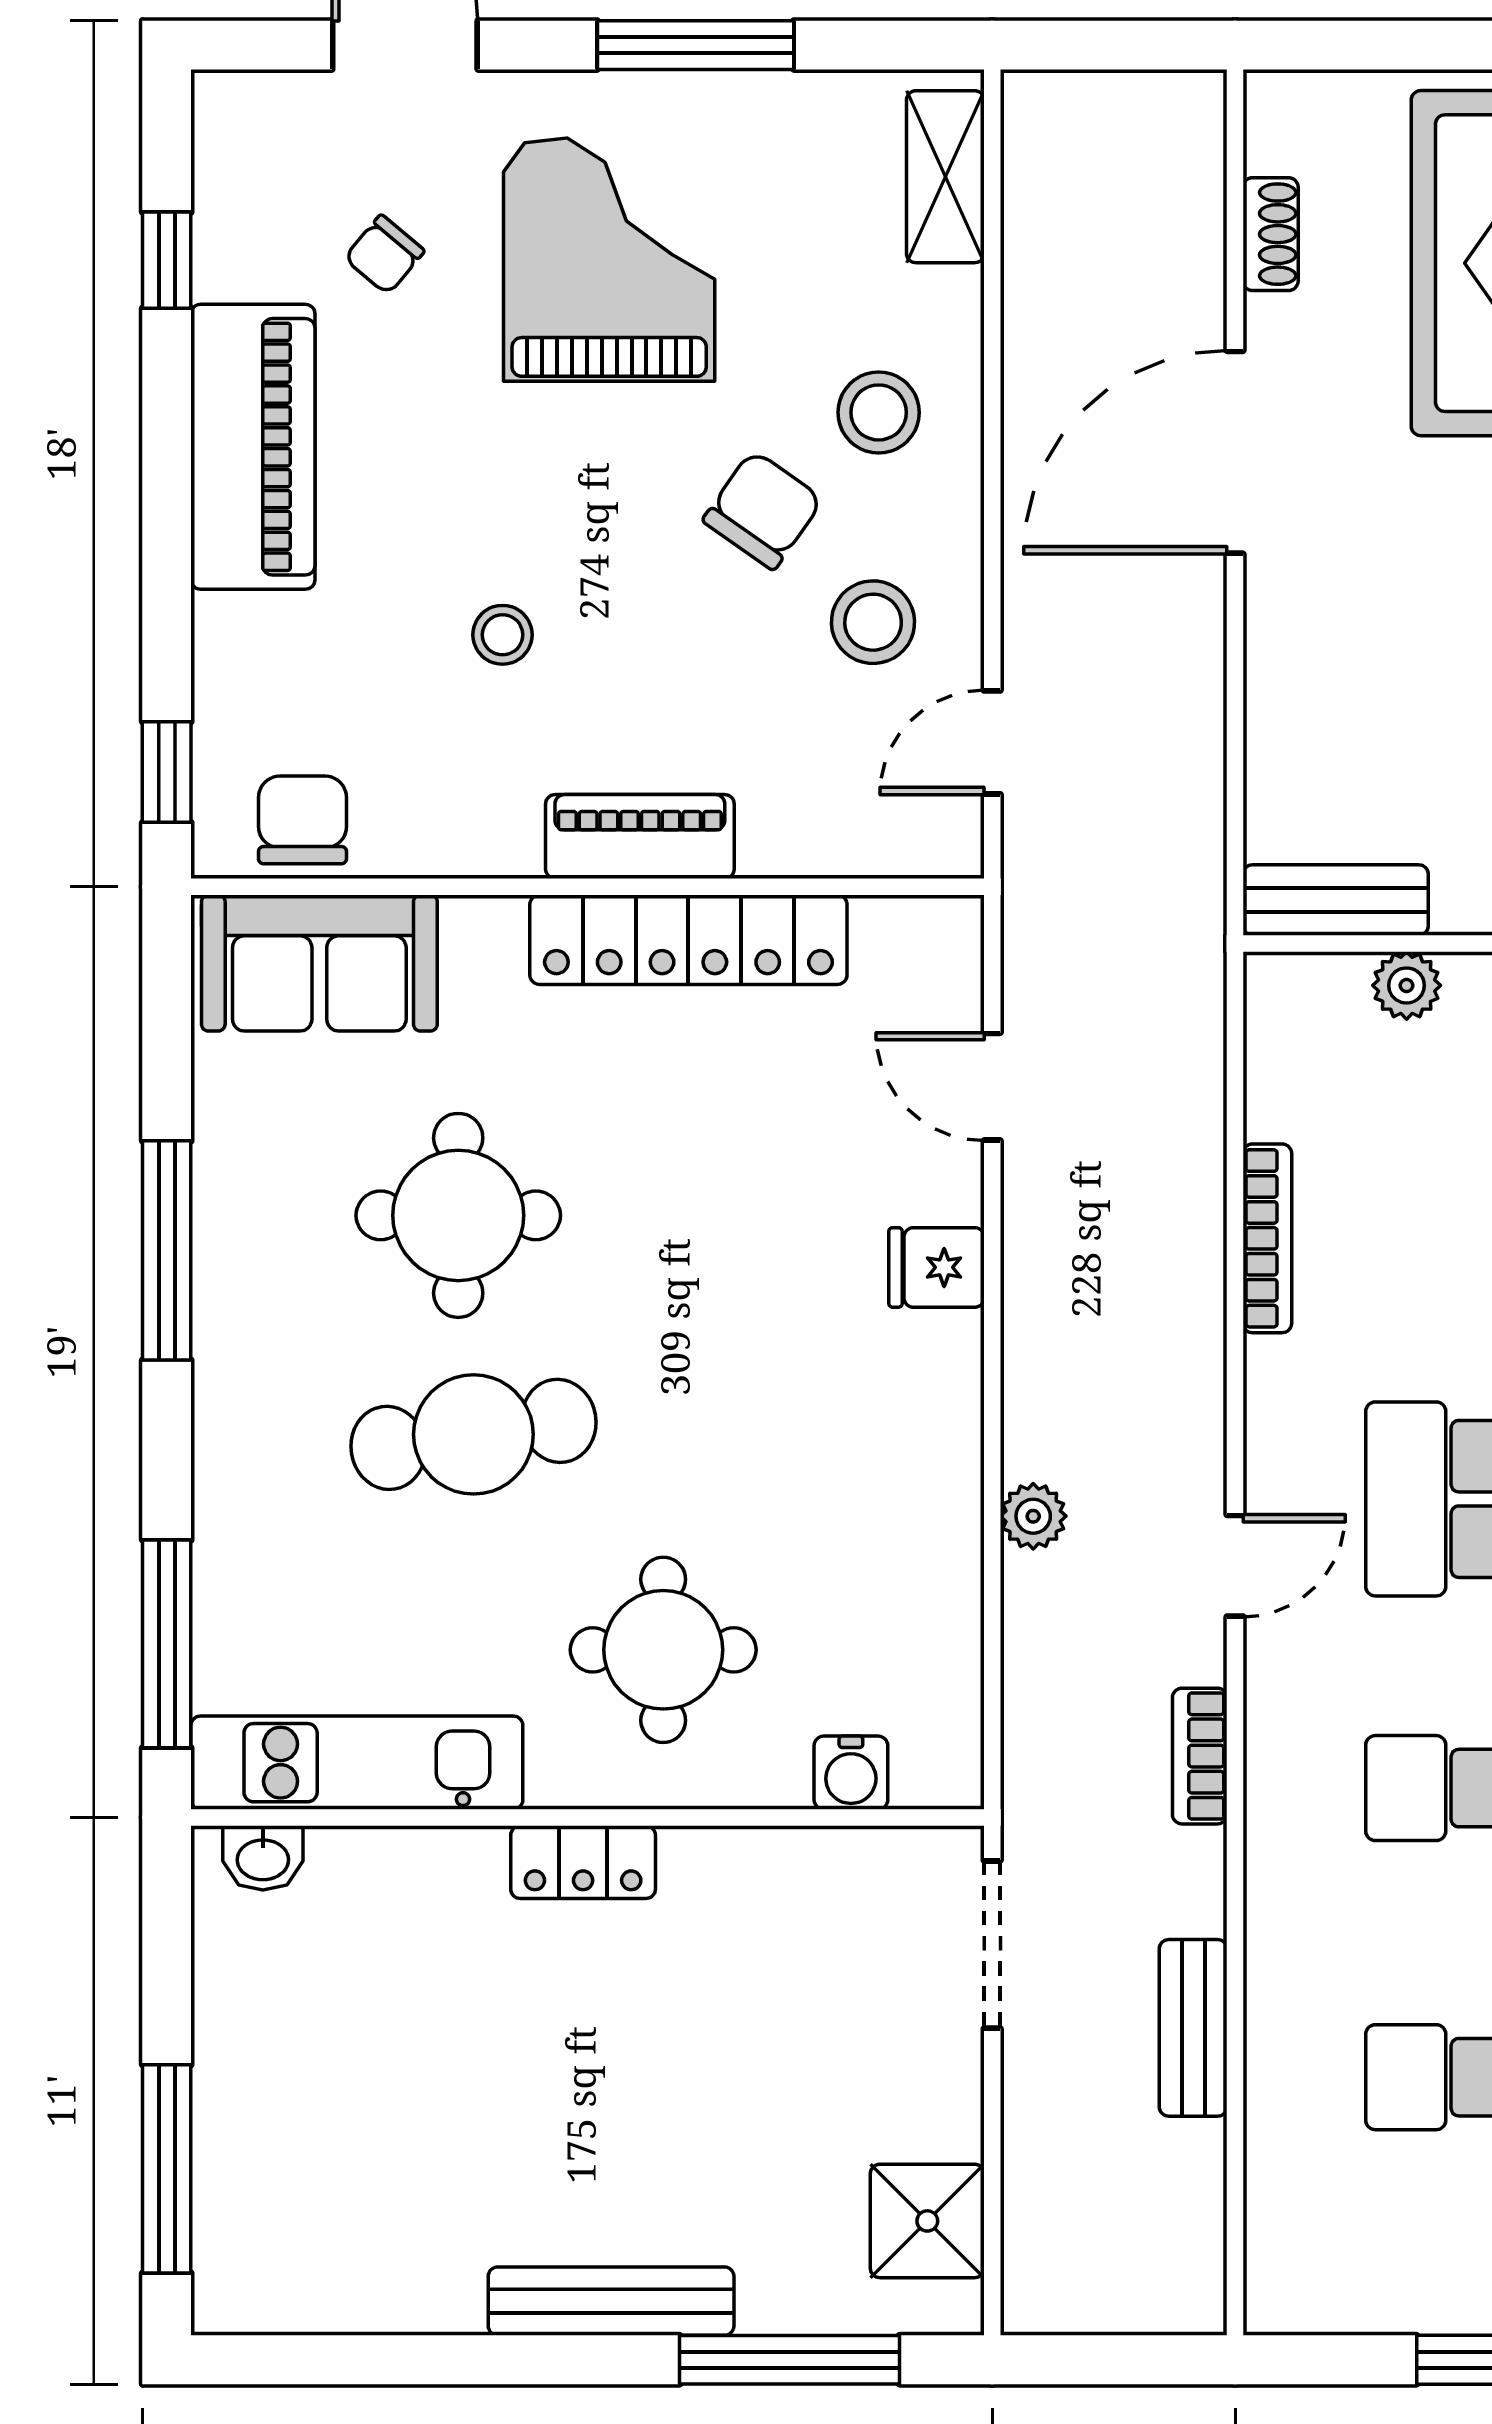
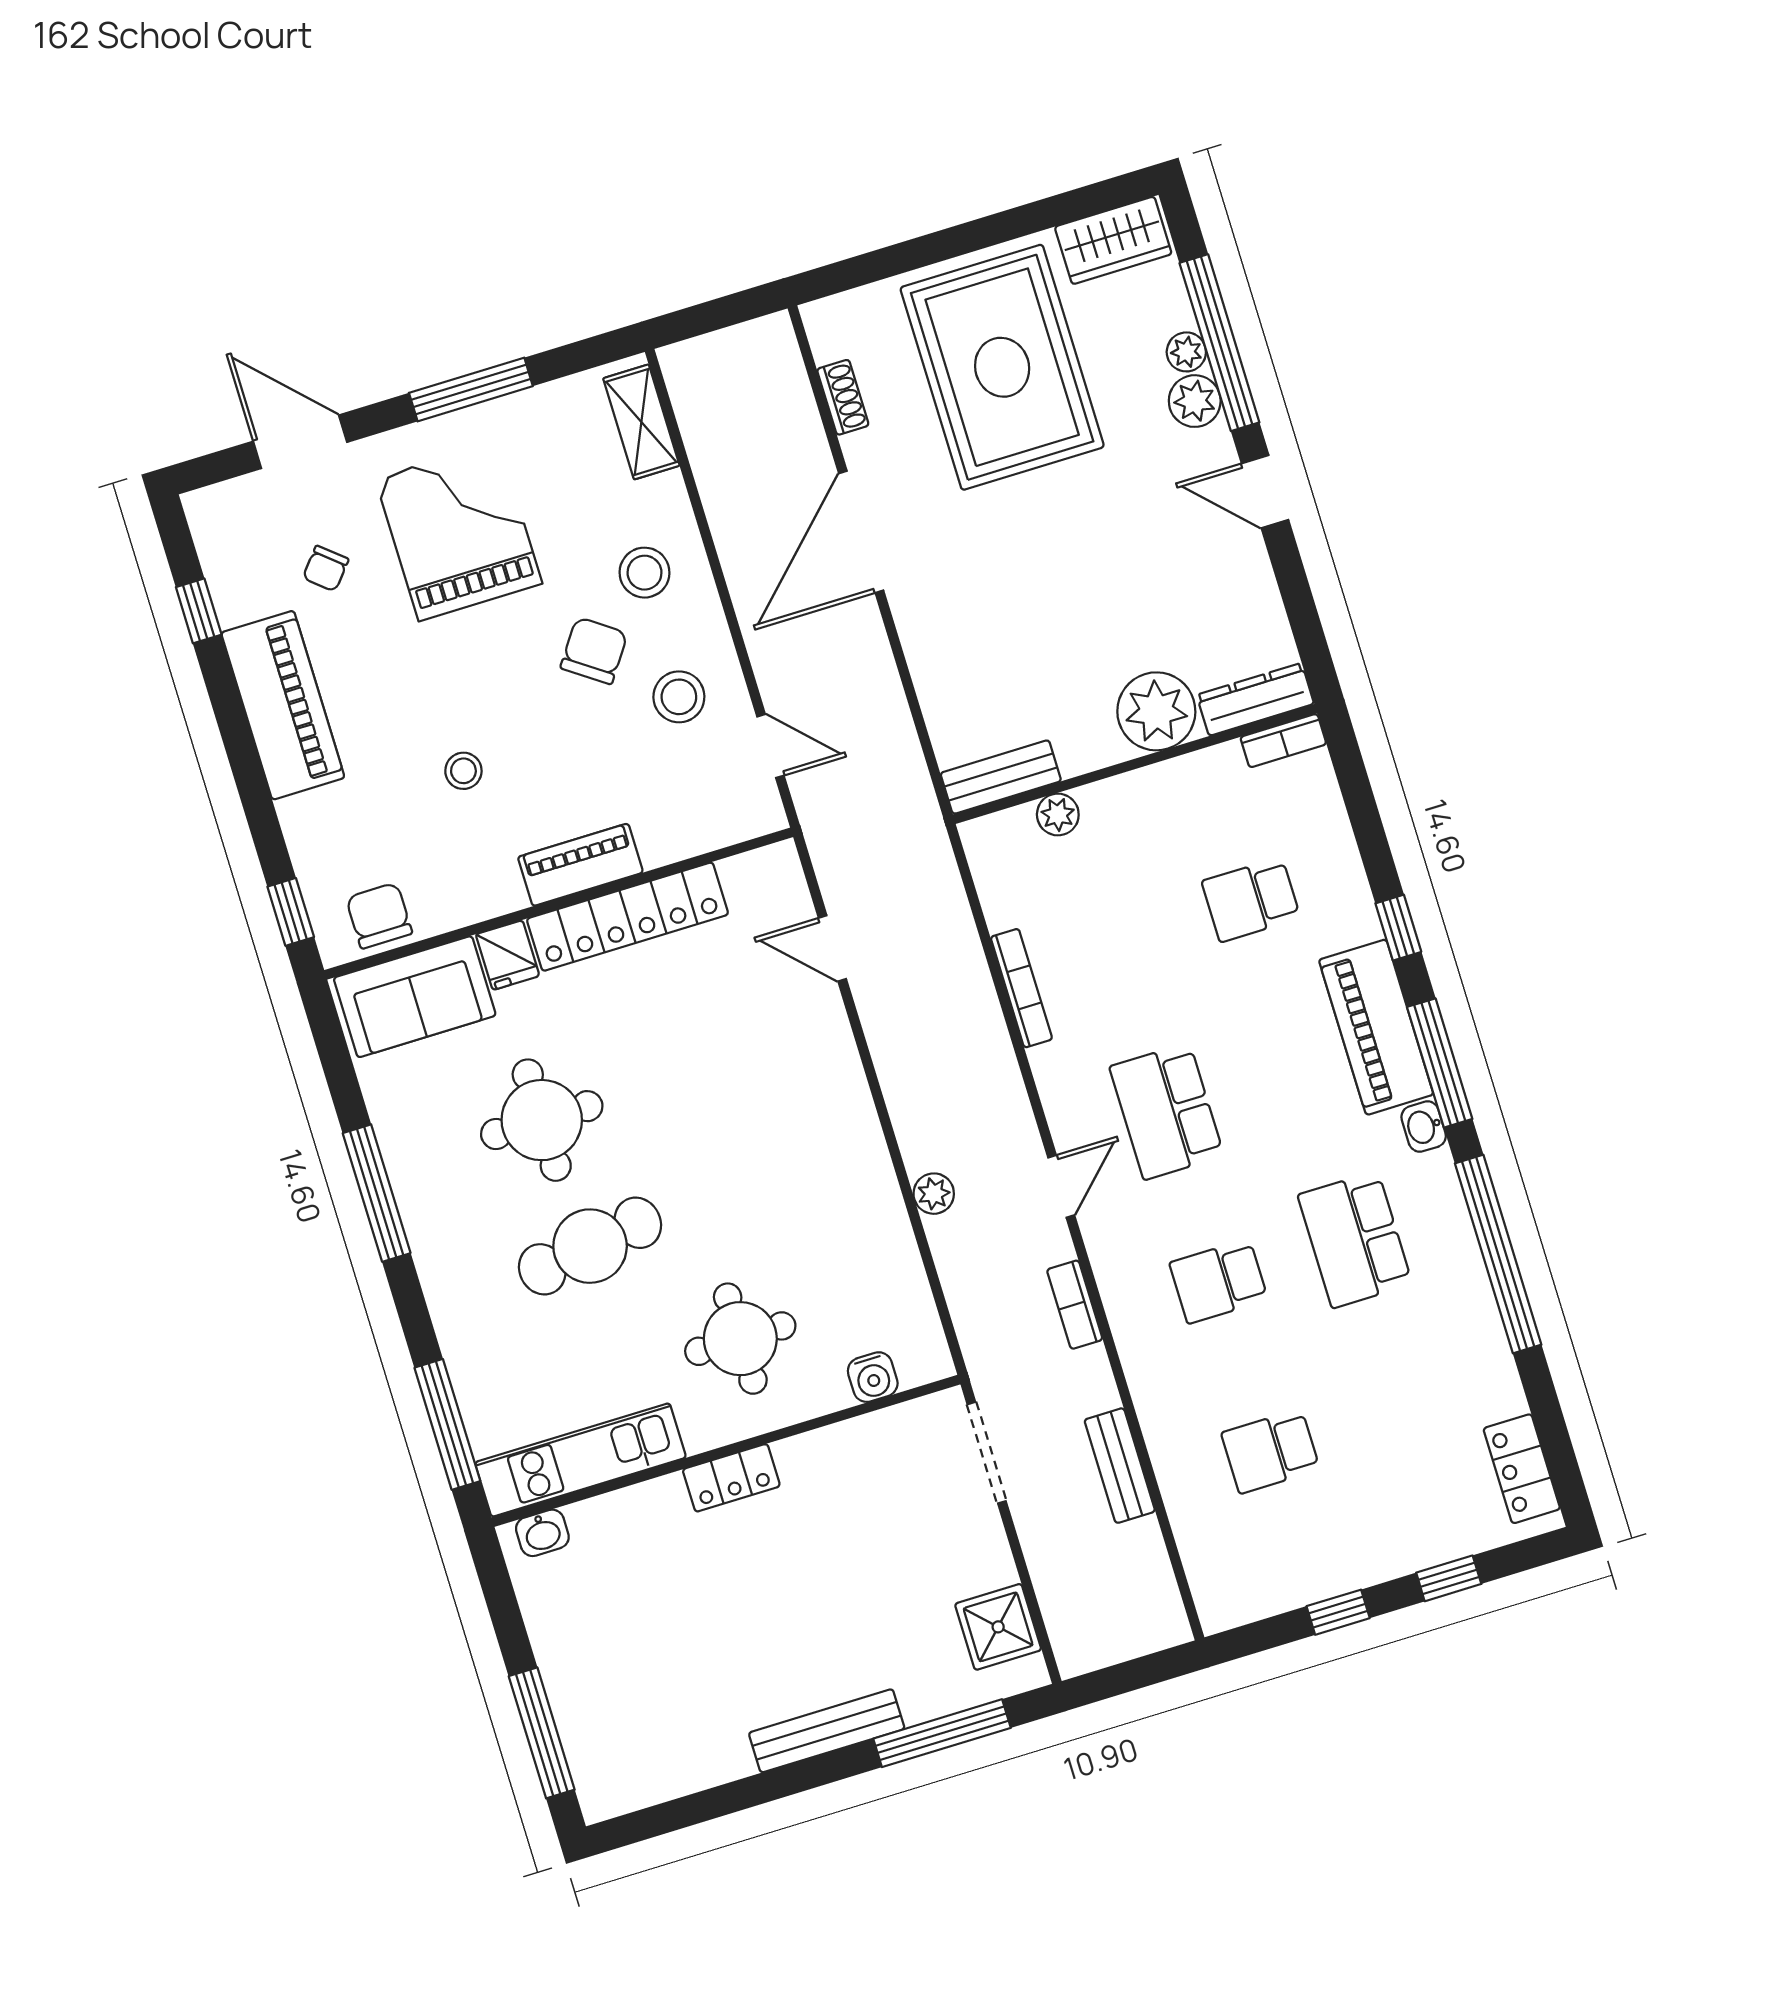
door: (992, 742) -> (771, 746), swing flipped
fridge: (936, 1267) -> (508, 955), moved, turned -90

